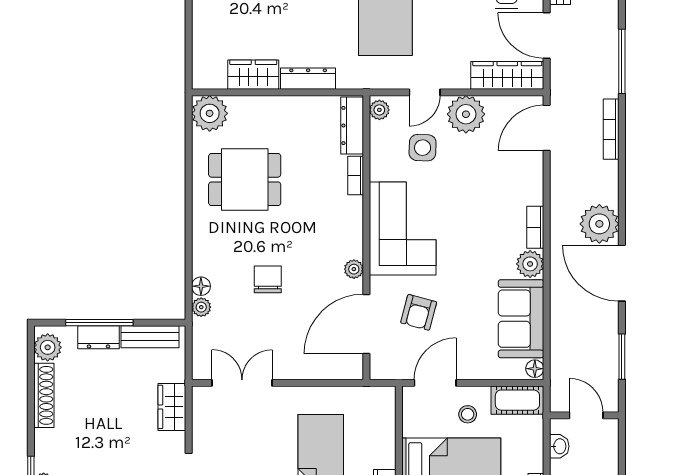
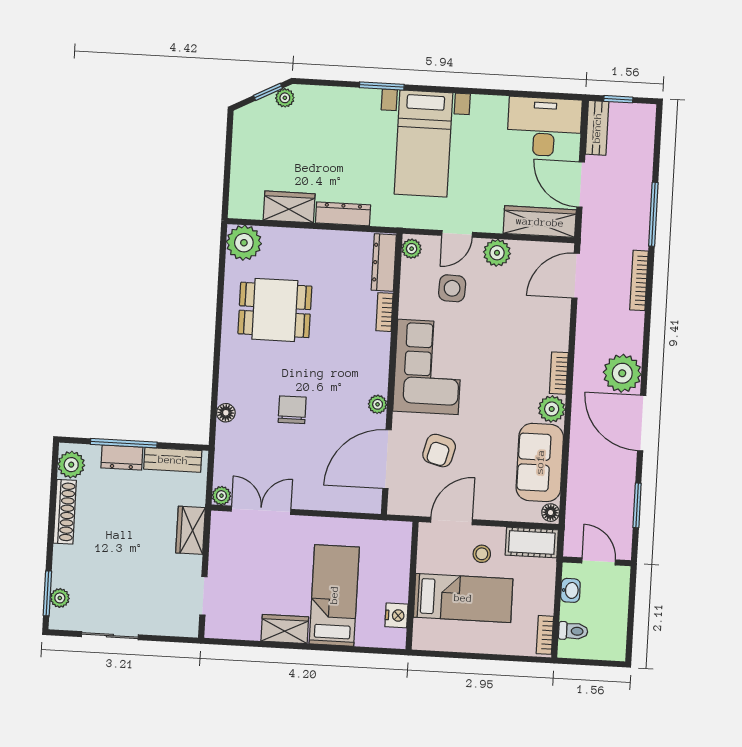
plant: (466, 114) -> (497, 253), width x0.73, depth x0.73
plant: (201, 307) -> (221, 496), moved

